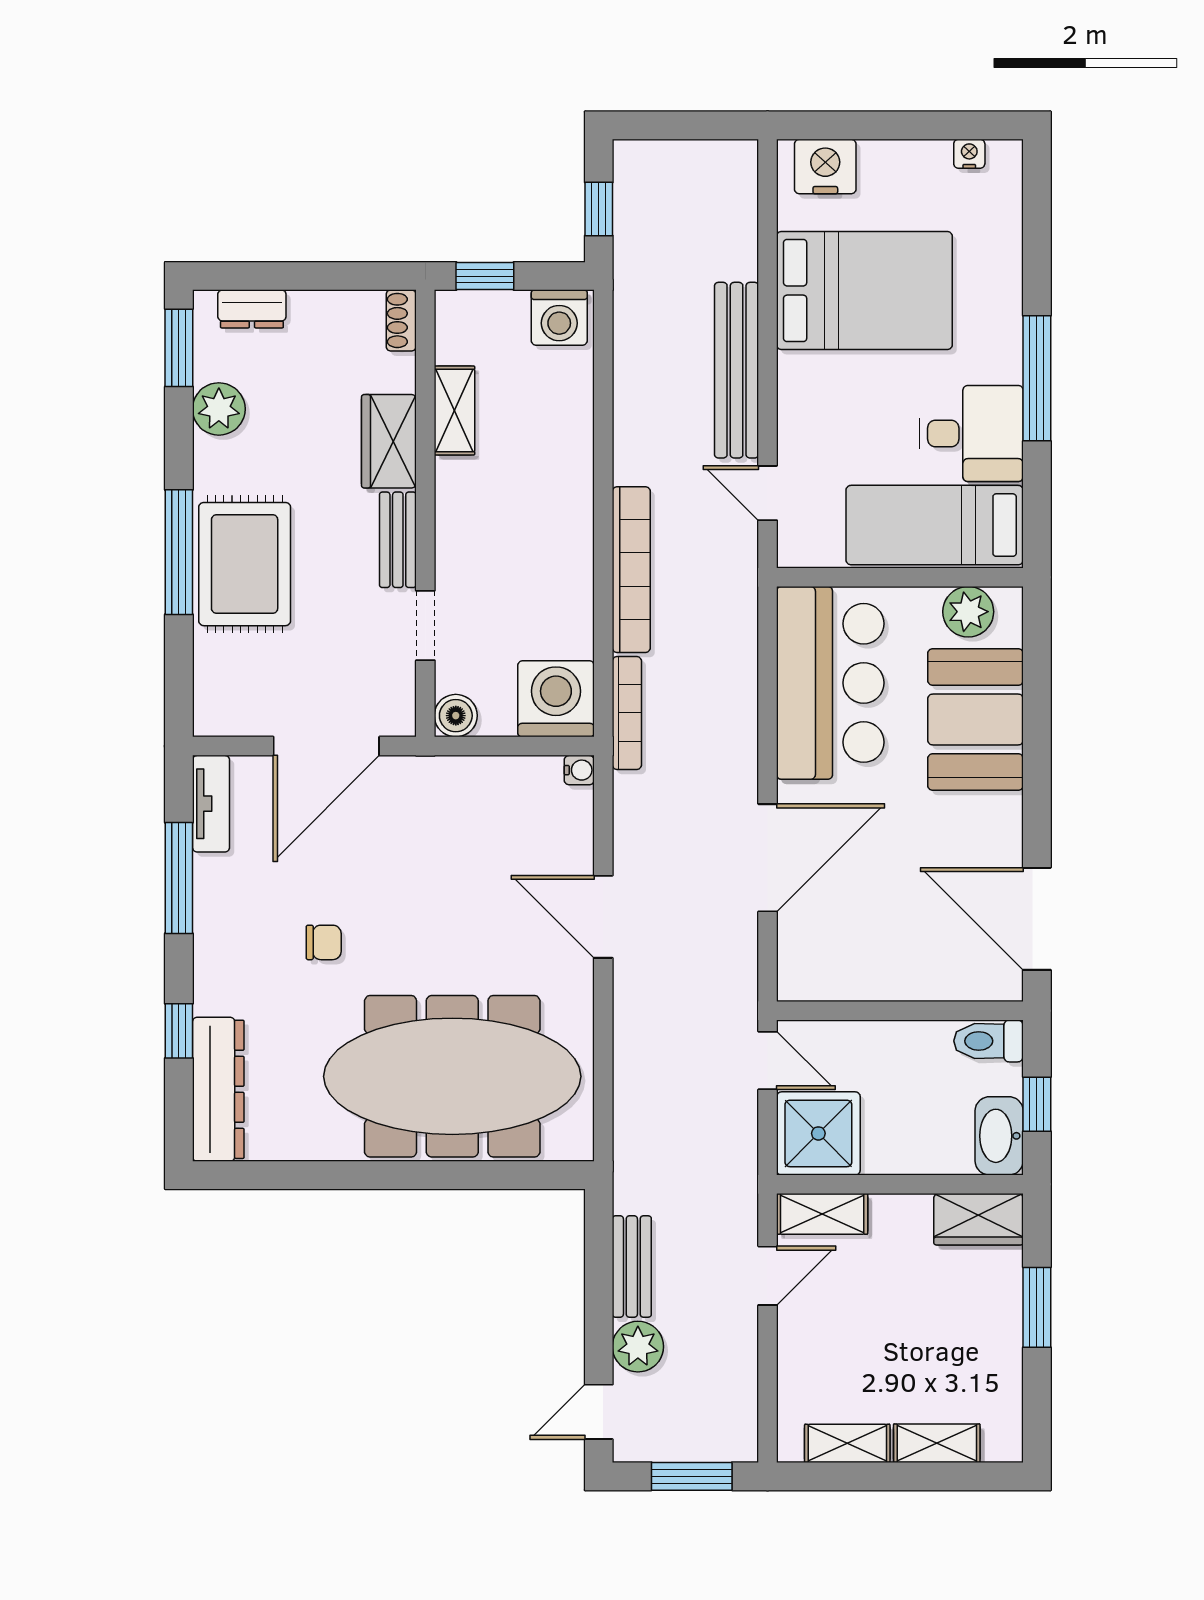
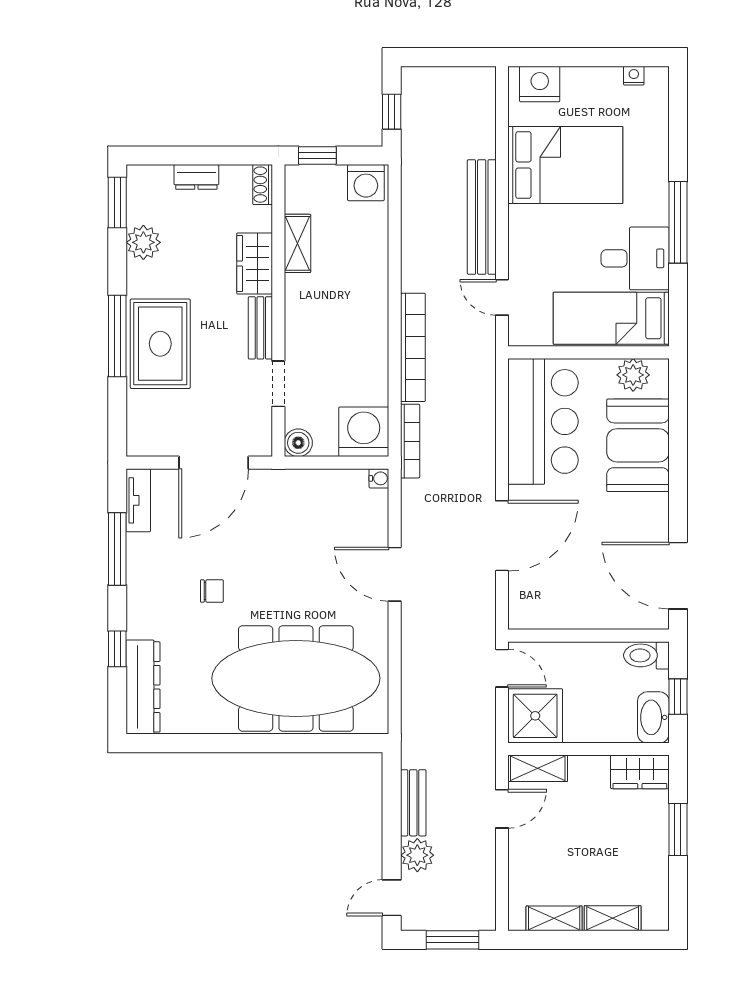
dresser: (252, 309) -> (196, 177), moved

